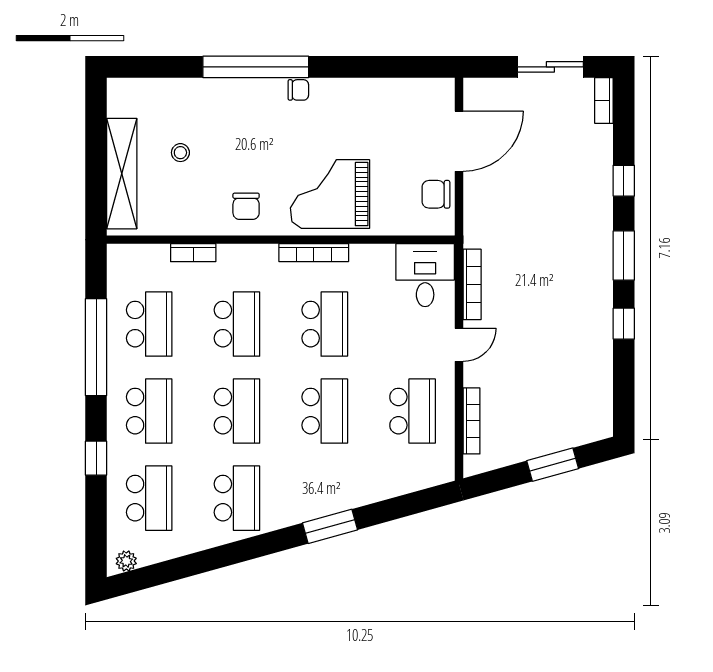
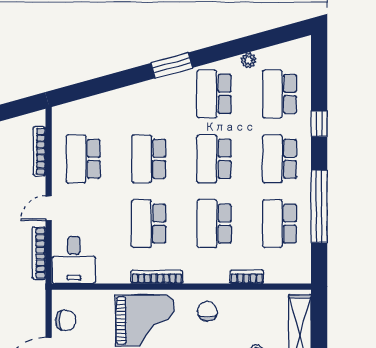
window: (330, 526) -> (172, 65), moved
plant: (126, 561) -> (248, 60), moved

